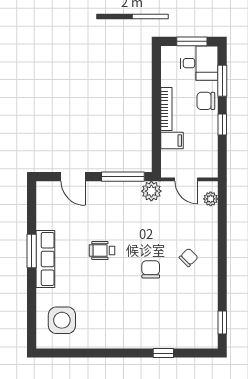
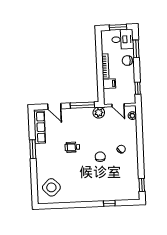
window: (222, 125) -> (138, 88), moved
row of seats: (45, 259) -> (40, 127), moved
side table: (62, 320) -> (51, 187), turned 45

